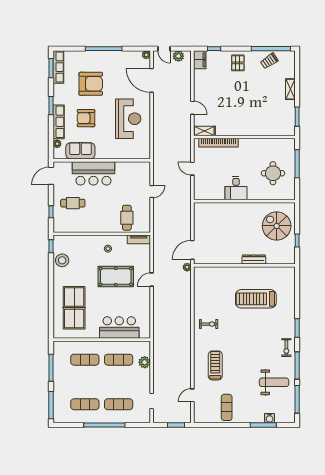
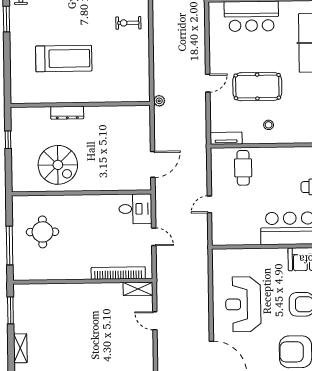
desk: (236, 188) -> (135, 209), moved, turned 90
spiral stairs: (277, 226) -> (58, 165), moved
door: (192, 250) -> (153, 164), moved

